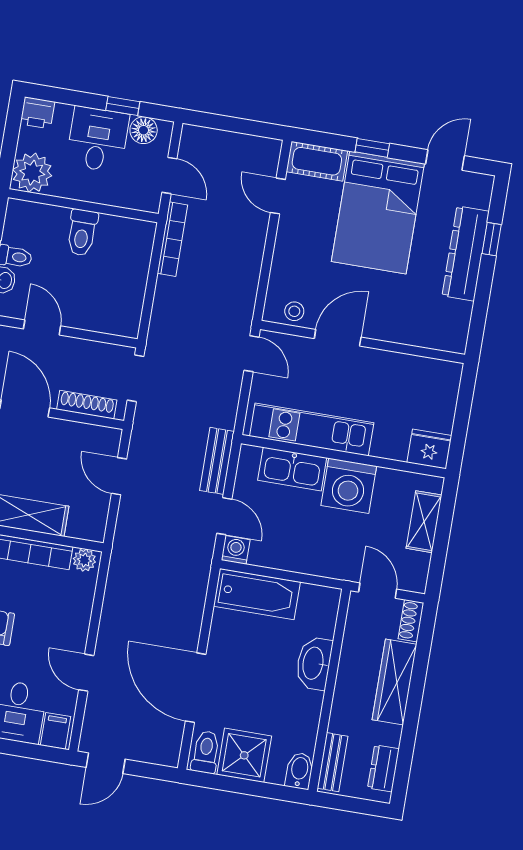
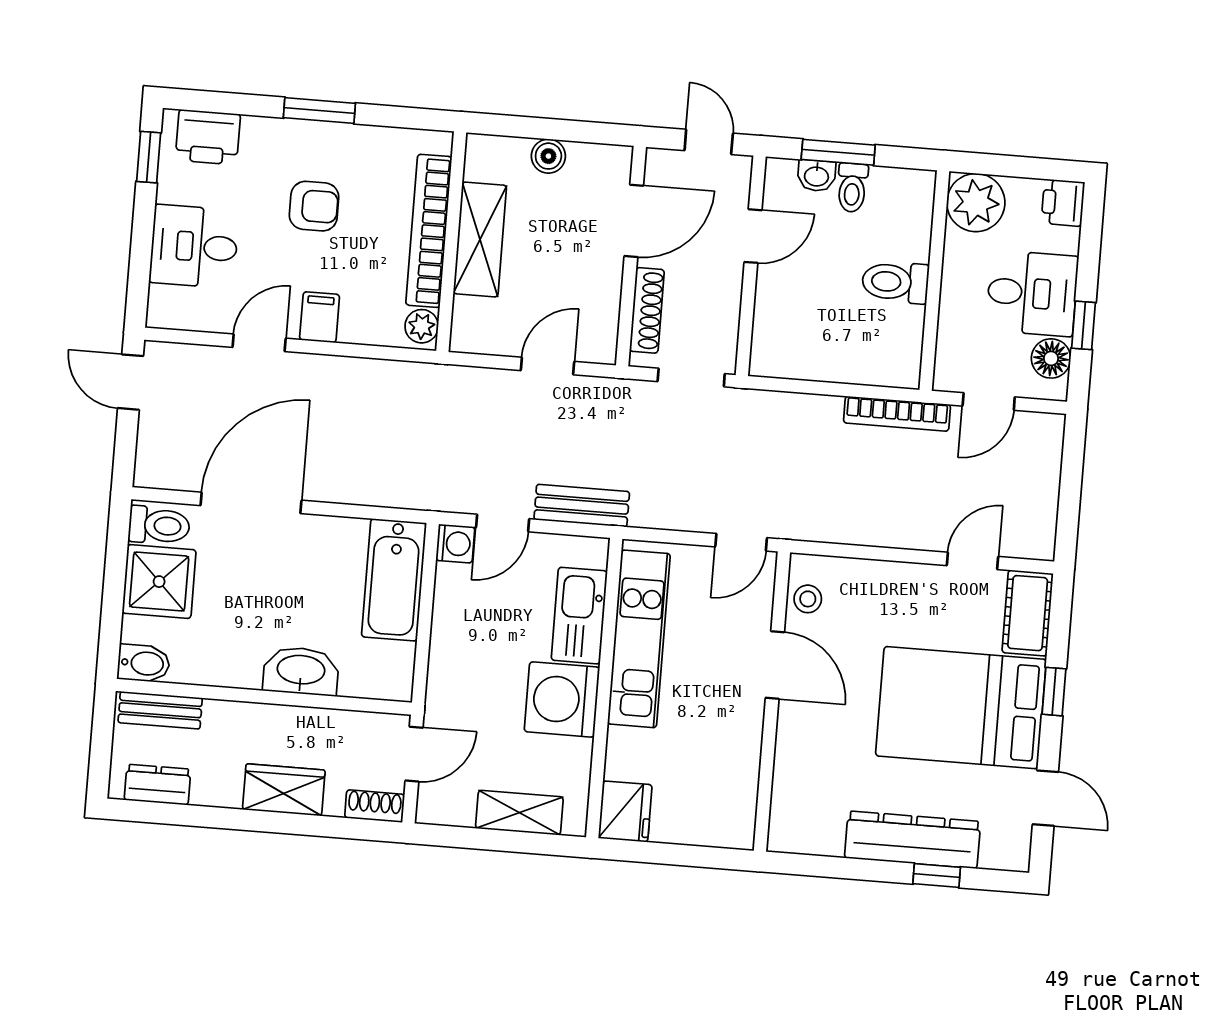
wardrobe: (394, 682) -> (284, 790), width x0.67
filing cabinet: (56, 731) -> (320, 317), moved, turned -90

